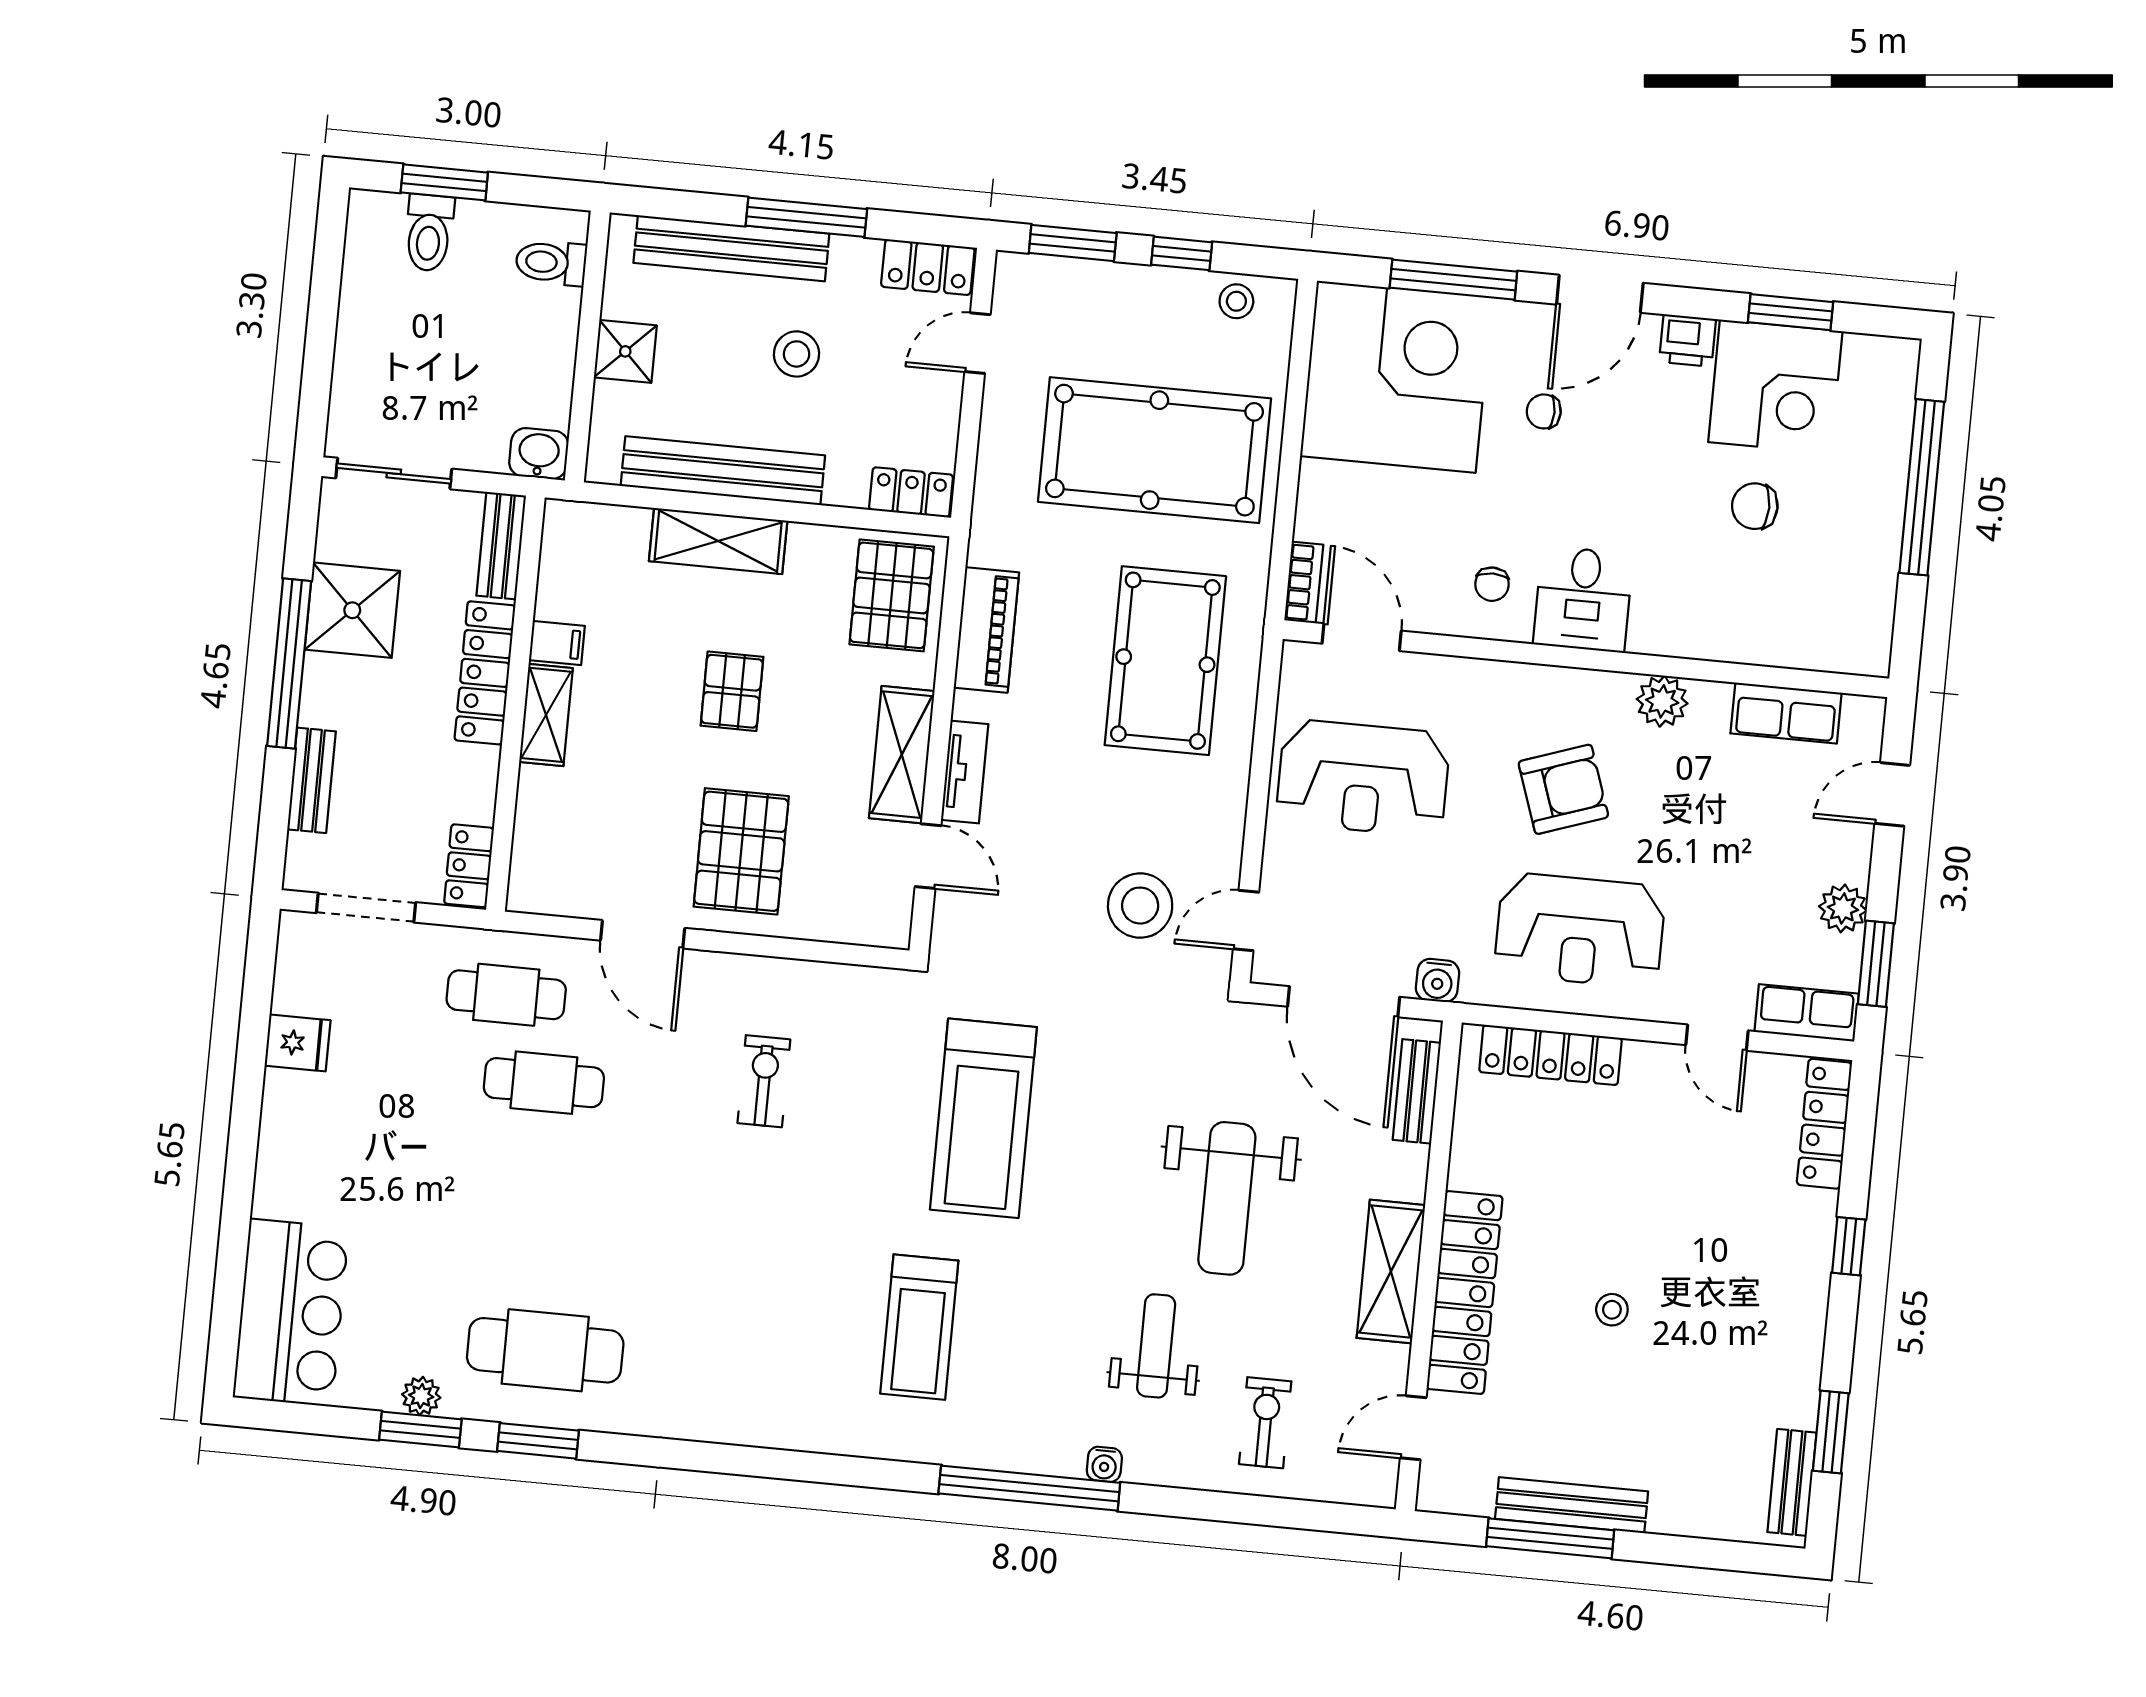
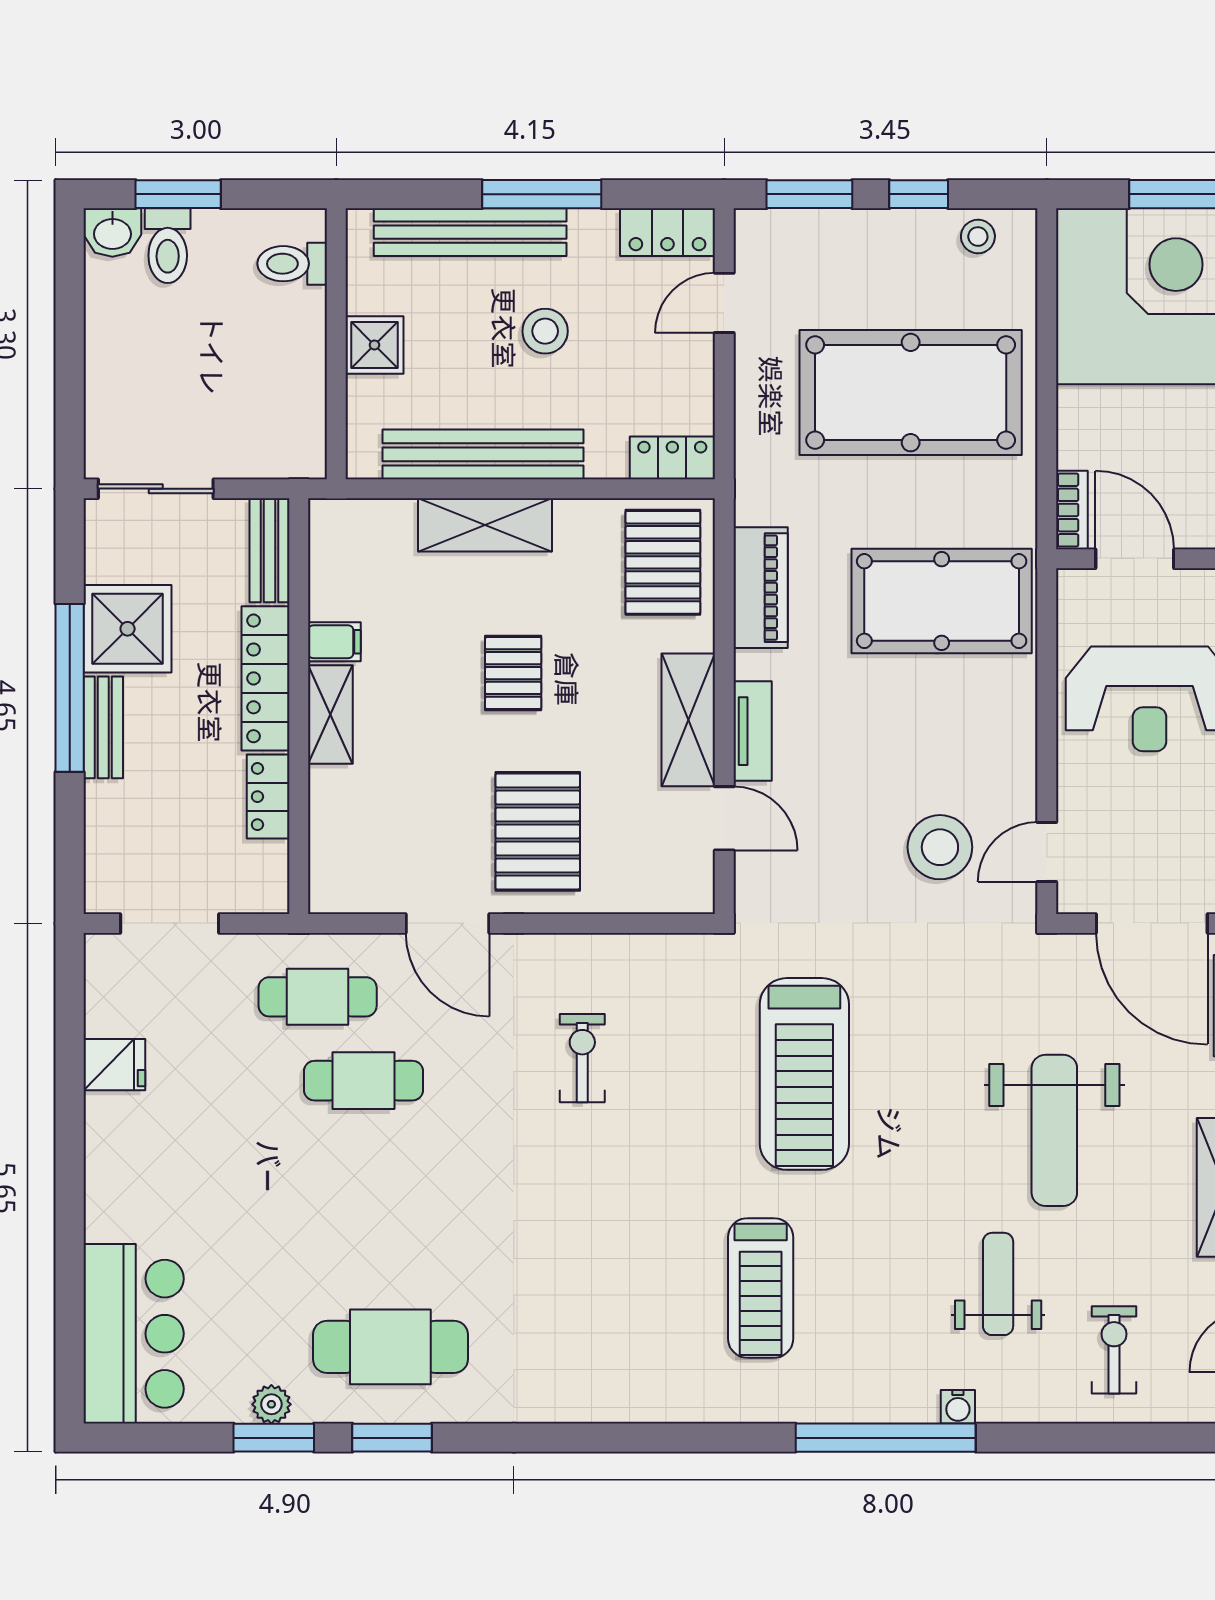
washbasin: (539, 454) -> (112, 232), moved, turned 180
pool table: (1165, 661) -> (942, 601), turned 90
bench: (312, 780) -> (103, 727), moved
locker: (469, 866) -> (268, 797), moved

